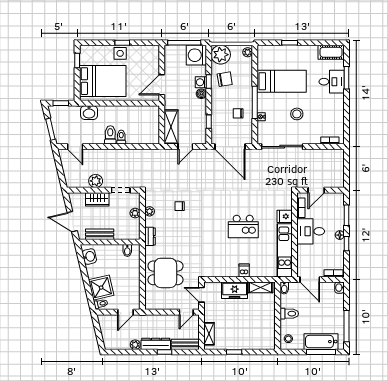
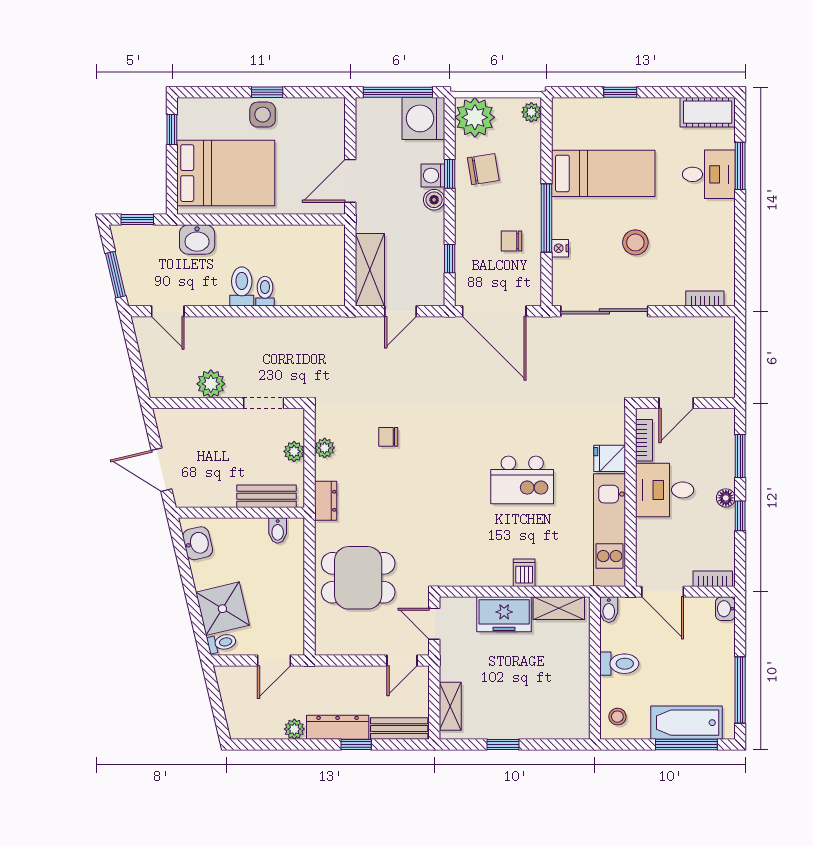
wardrobe: (97, 199) -> (214, 422), removed
bench: (100, 234) -> (266, 496), moved

